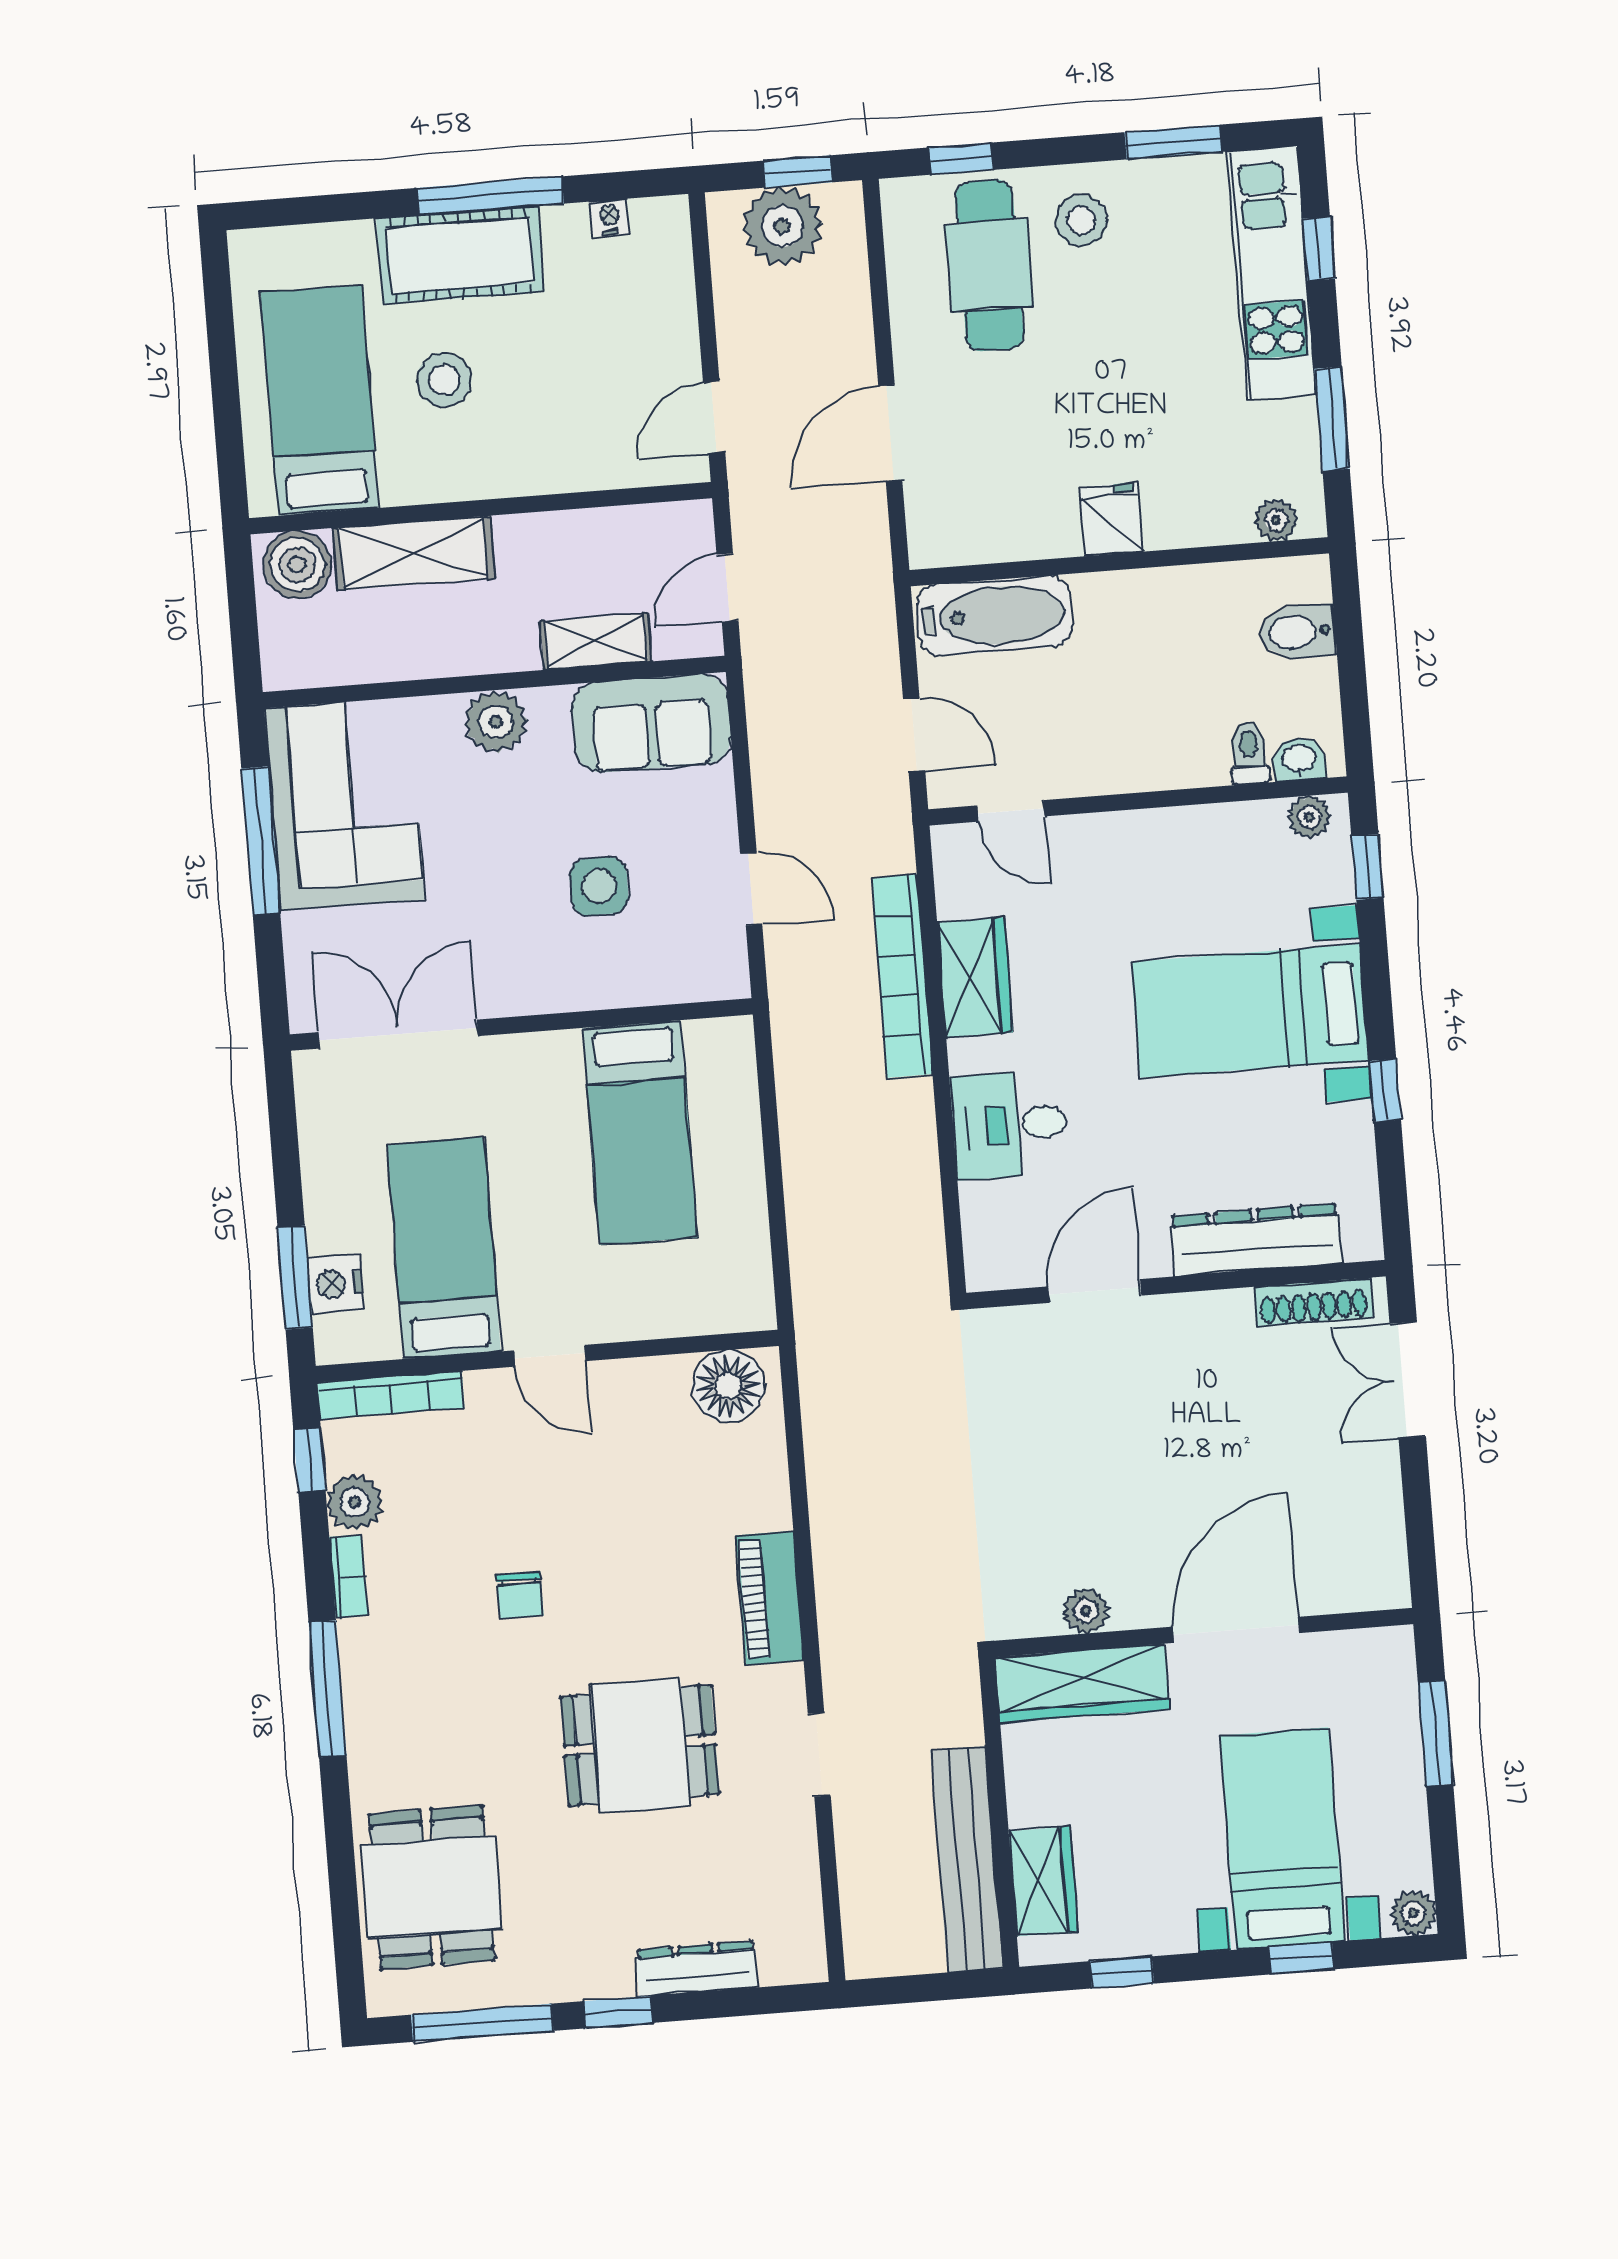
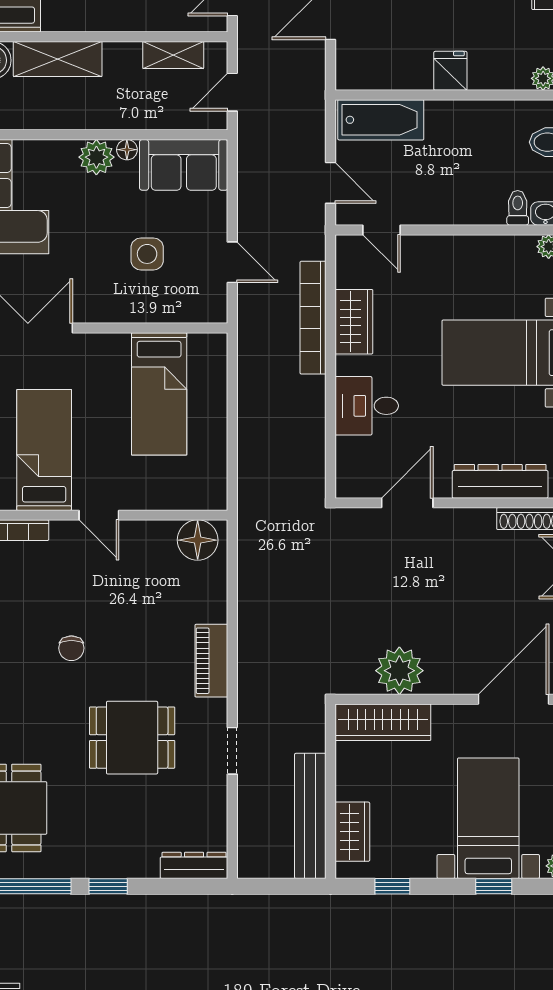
shelving: (596, 641) -> (173, 55), moved
floor lamp: (549, 704) -> (127, 150), added
plant: (1086, 1611) -> (399, 671), width x1.87, depth x1.87
door: (1236, 1630) -> (514, 699), moved
dresser: (697, 1969) -> (194, 865), moved

